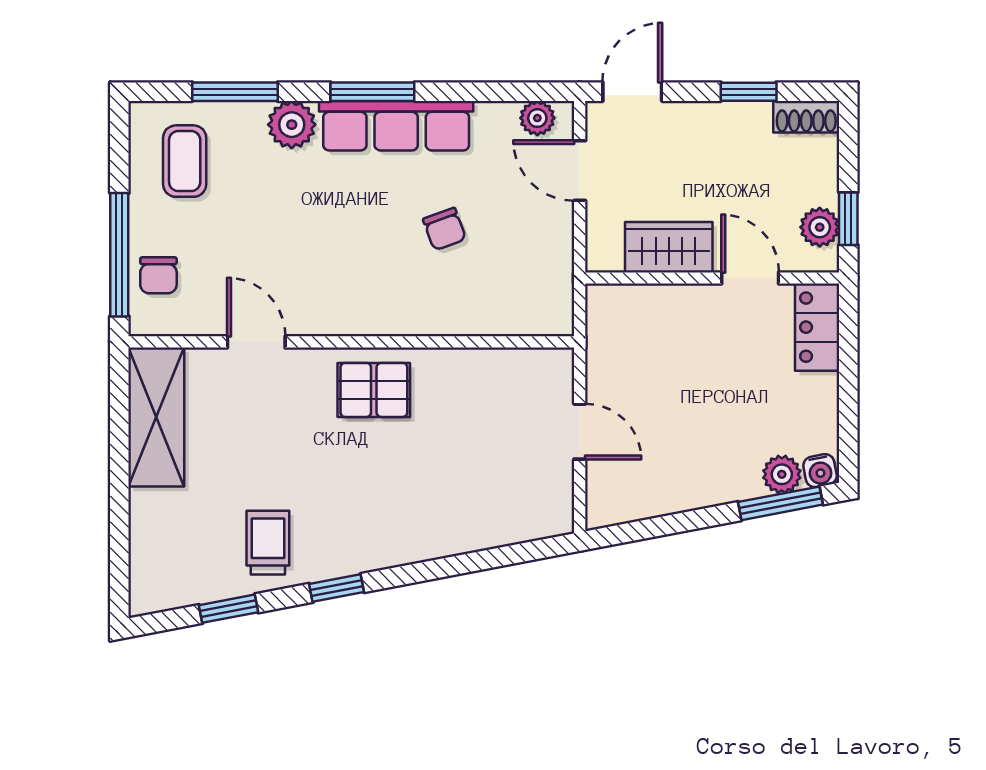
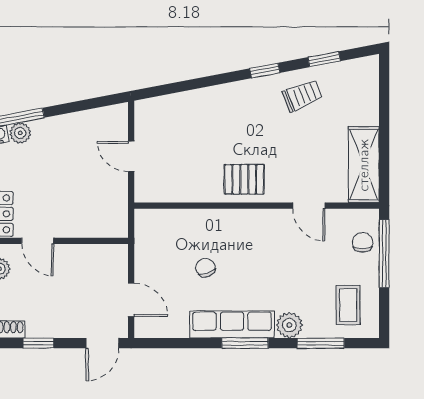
plant: (537, 118) -> (154, 329), removed
wardrobe: (669, 247) -> (82, 258), removed
trolley: (268, 543) -> (302, 95), turned -112

